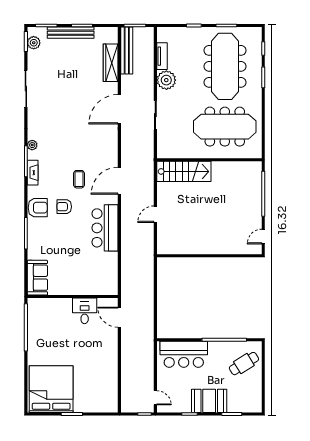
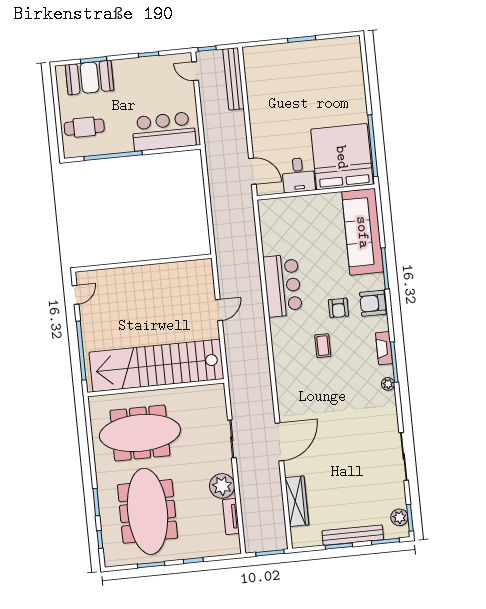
bench: (127, 51) -> (234, 79), moved
stairs: (184, 171) -> (156, 366), width x1.86, depth x1.51
door: (119, 181) -> (270, 349), removed
armchair: (64, 207) -> (338, 308), turned 90
sofa: (37, 278) -> (363, 232), width x1.85, depth x1.27
cafe table: (244, 364) -> (84, 127), turned 32
bed: (51, 389) -> (342, 157), moved, turned 180
booth: (209, 401) -> (90, 78), moved

